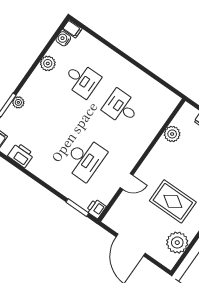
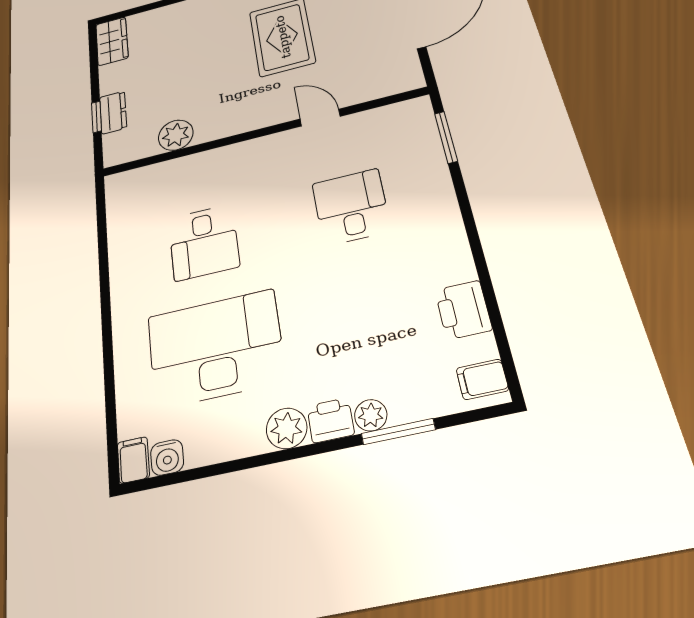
plant: (48, 63) -> (287, 428), moved
desk: (82, 80) -> (215, 348), width x1.87, depth x1.30
desk: (85, 159) -> (351, 207), width x0.73
printer: (96, 209) -> (331, 420), moved, turned 180

